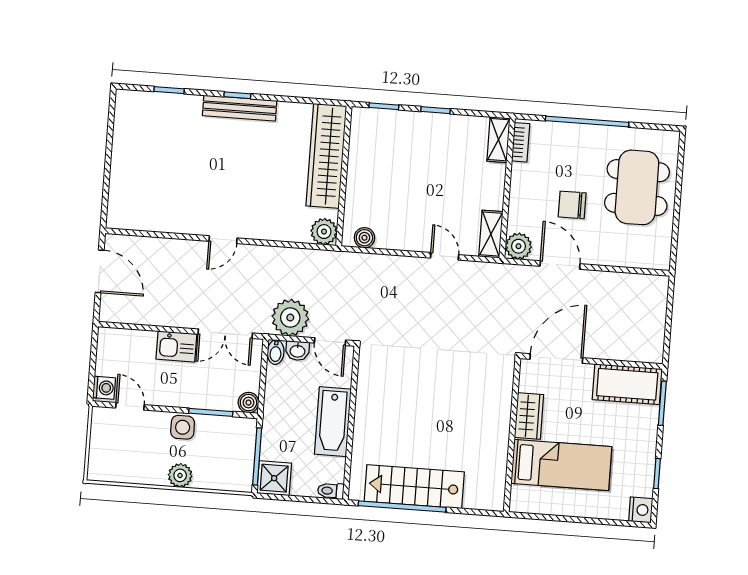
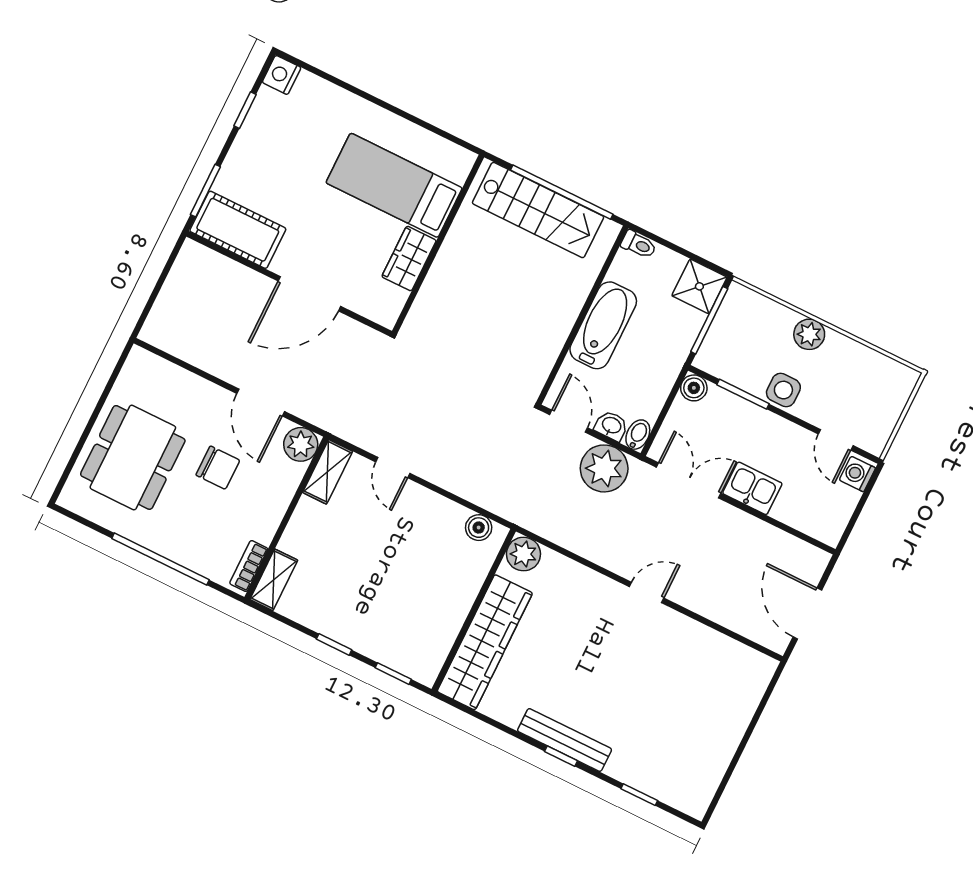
wardrobe: (529, 416) -> (409, 259), moved
wall: (512, 435) -> (438, 244), moved
bed: (561, 465) -> (394, 185), moved

